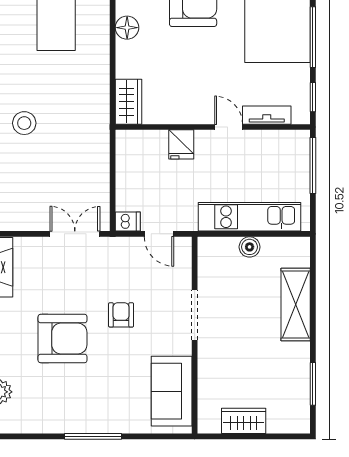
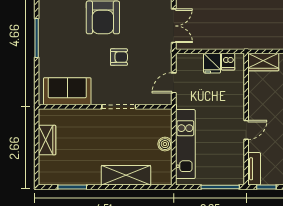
tv unit: (267, 115) -> (254, 169), moved
fridge: (181, 144) -> (212, 63), moved, turned -90
dishwasher: (128, 222) -> (228, 62), moved

